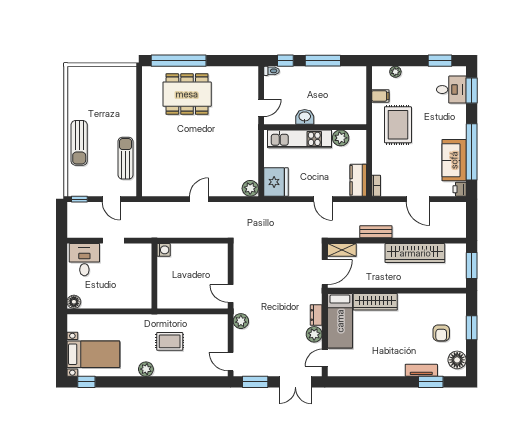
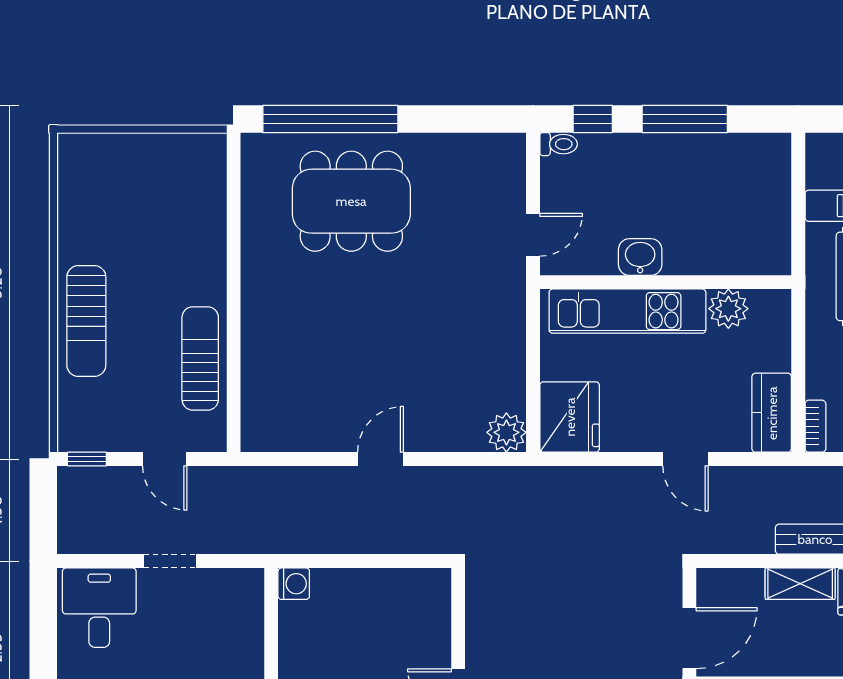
shelving: (342, 250) -> (800, 584), moved

